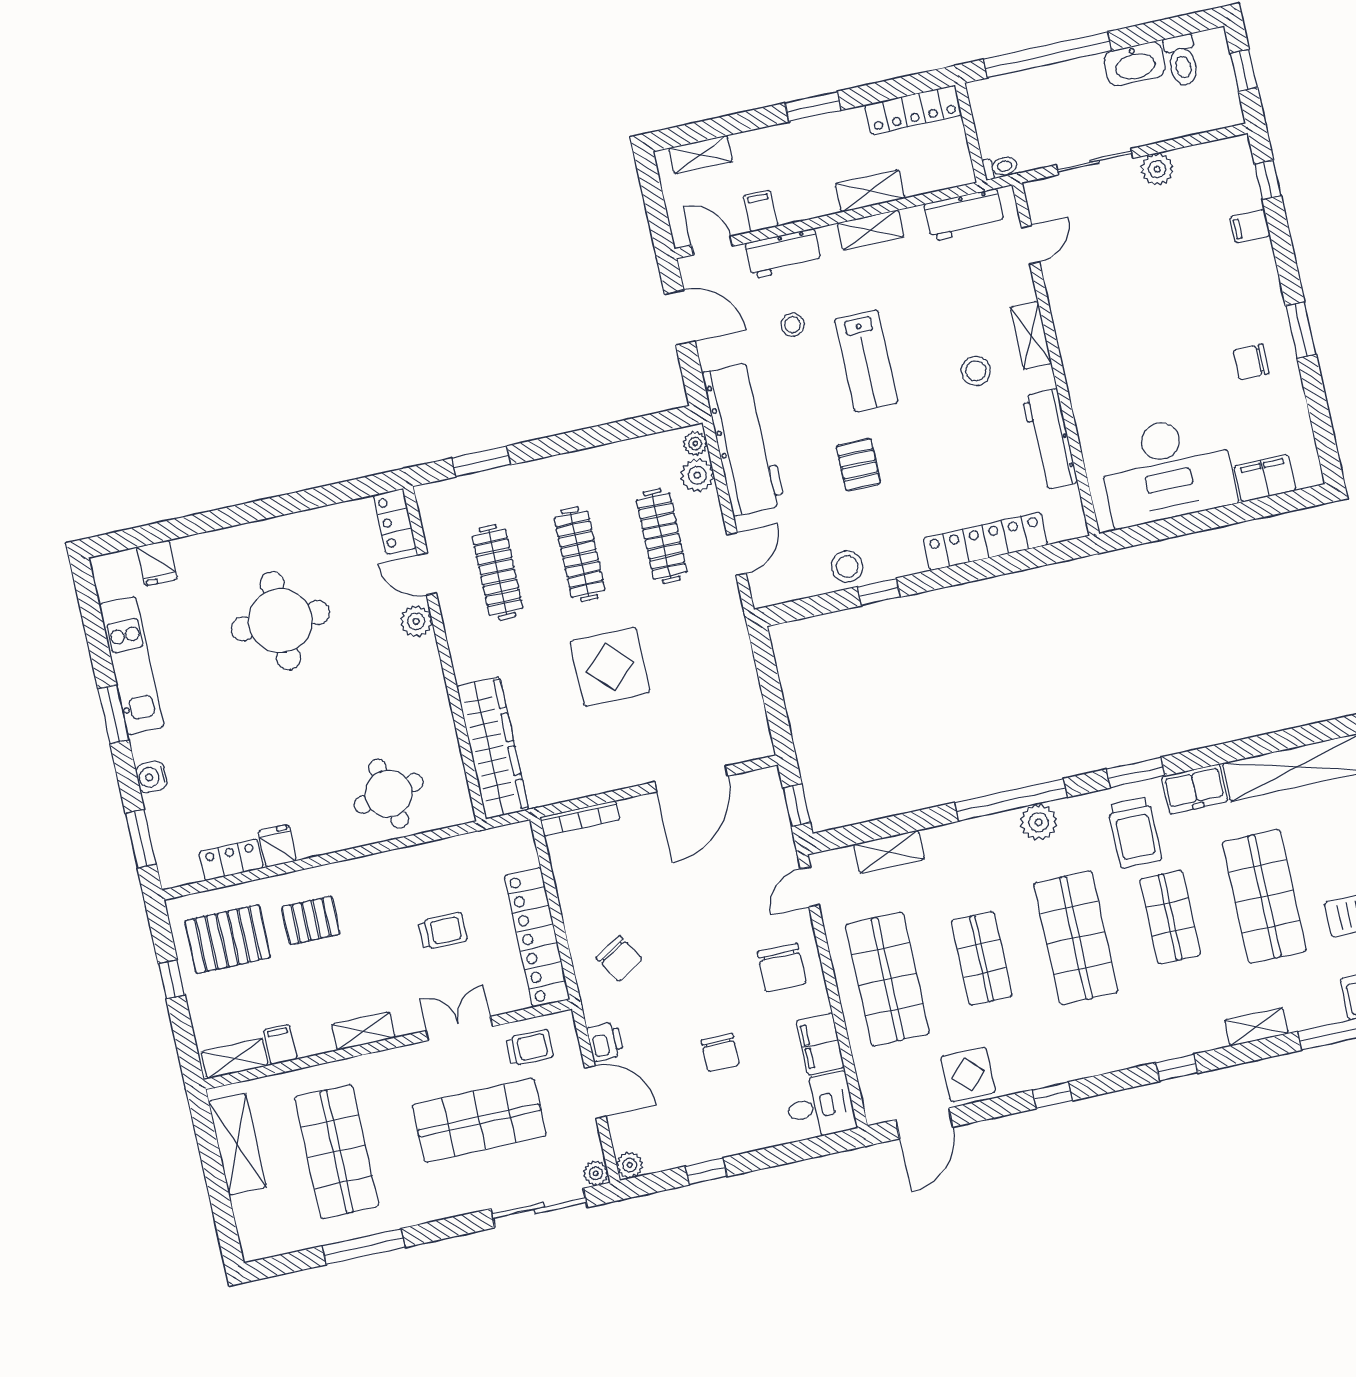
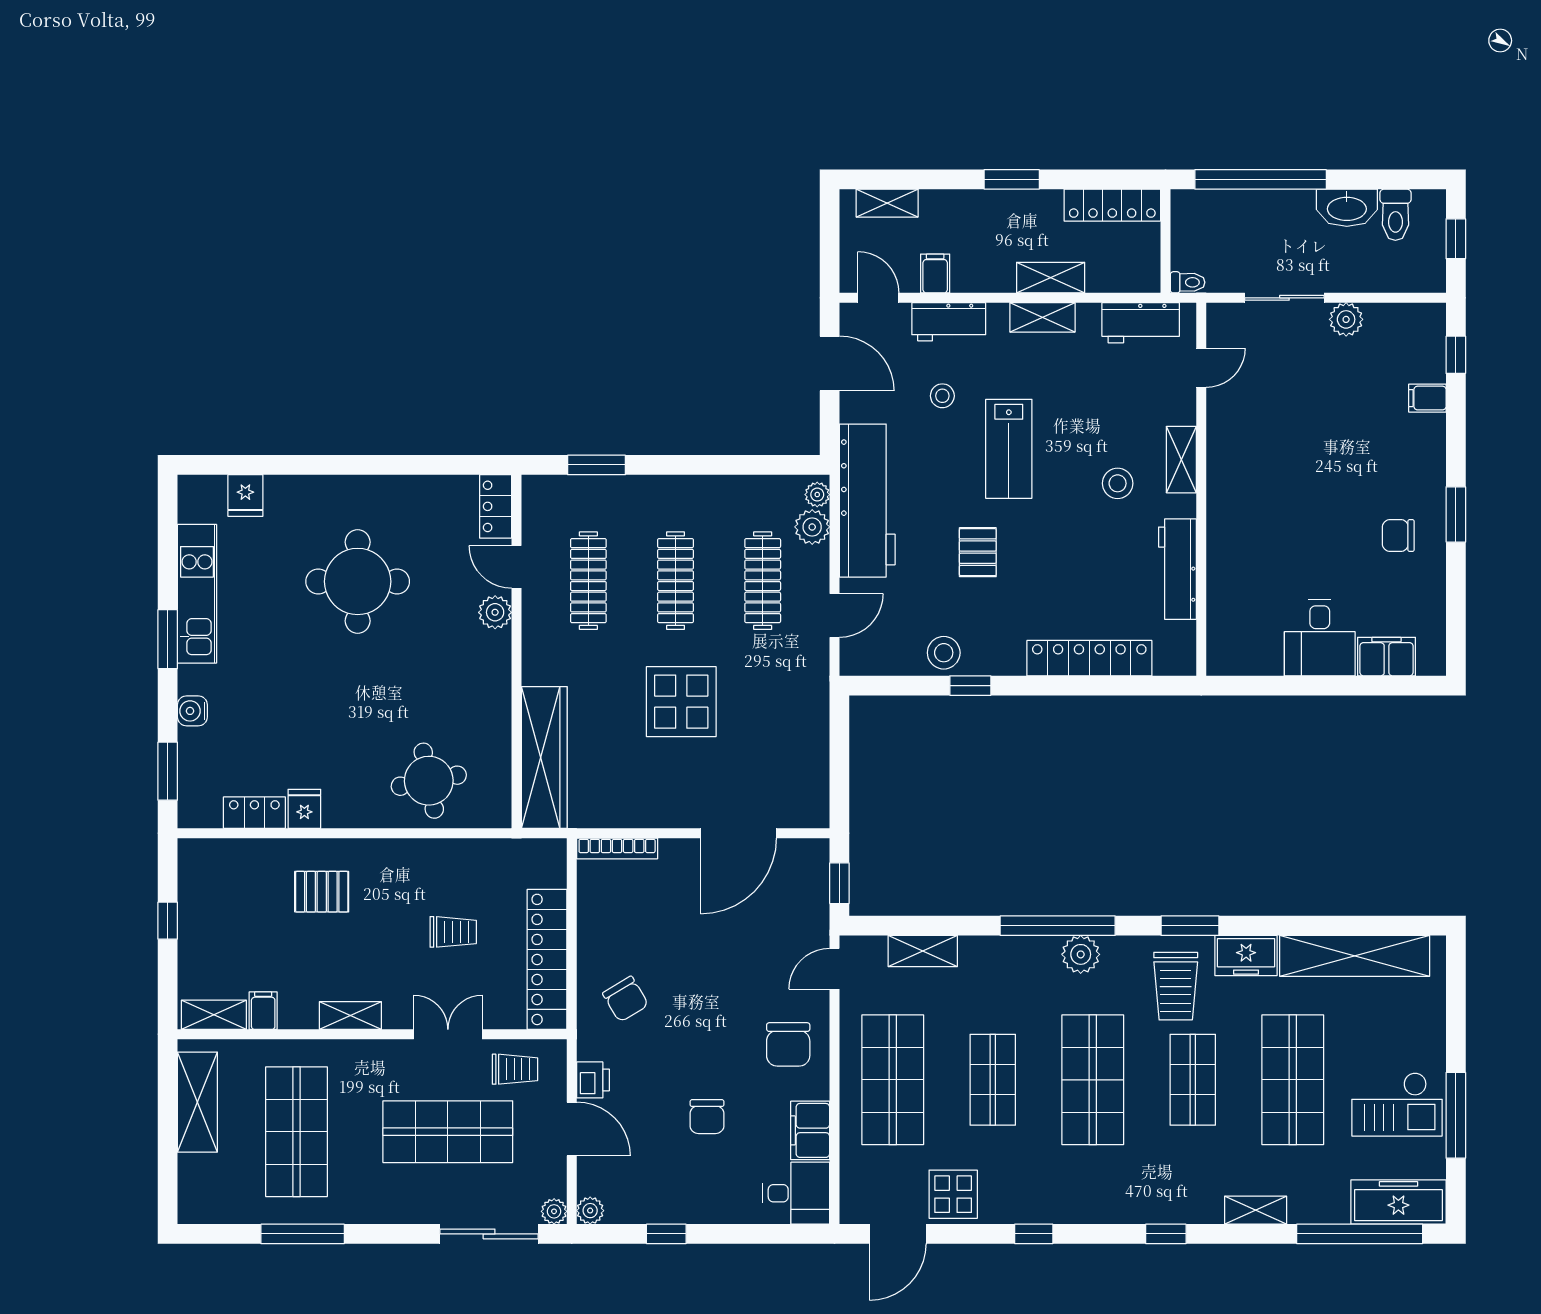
desk: (1167, 470) -> (1320, 638), width x0.53, depth x0.77
pallet: (228, 939) -> (233, 892), removed

